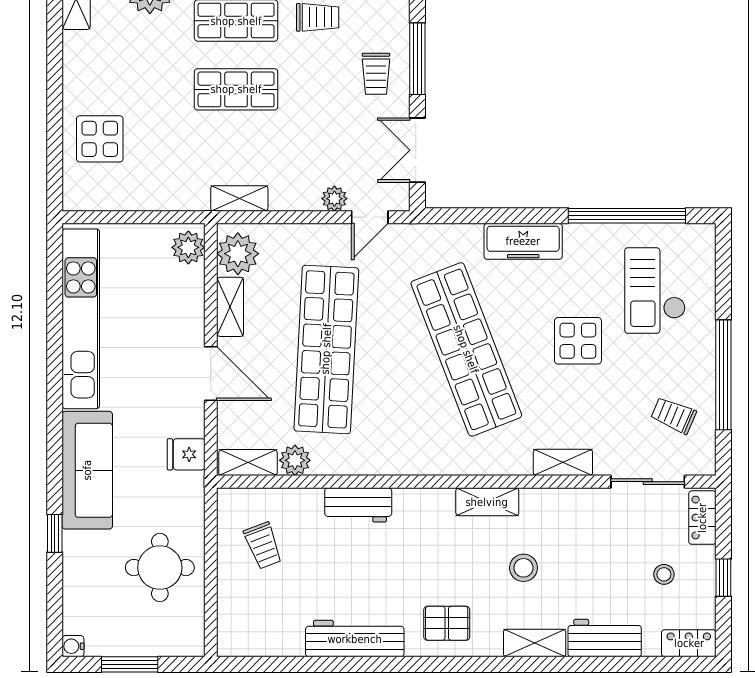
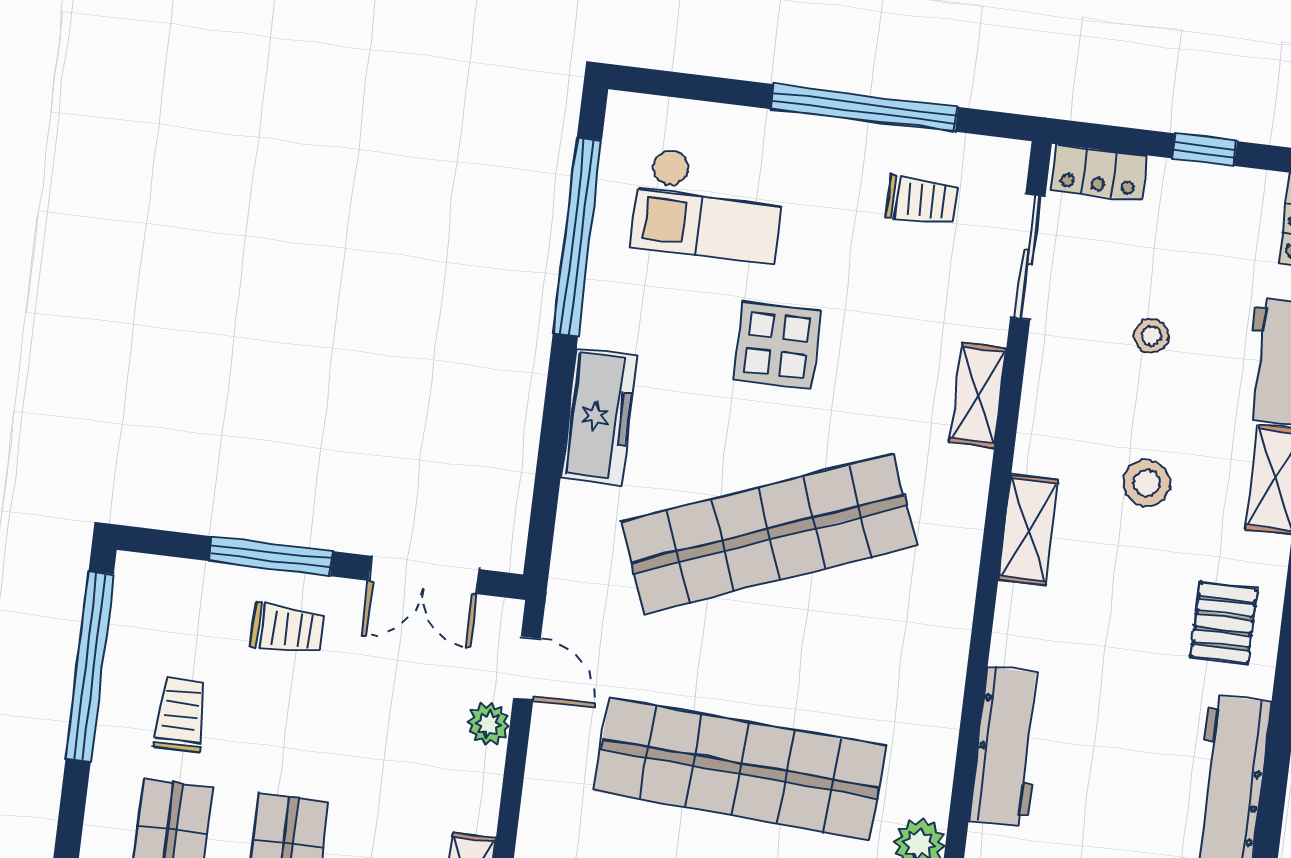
trolley: (673, 415) -> (922, 200), turned -113
workbench: (358, 505) -> (1007, 747), width x1.38
stool: (664, 574) -> (1151, 336), moved

